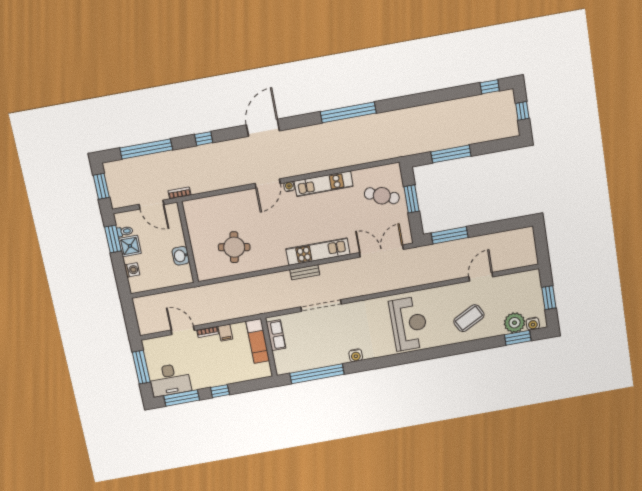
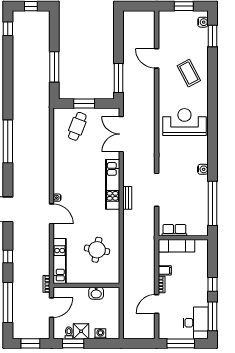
kitchen unit: (324, 184) -> (60, 261), moved
plant: (515, 323) -> (199, 37), removed

